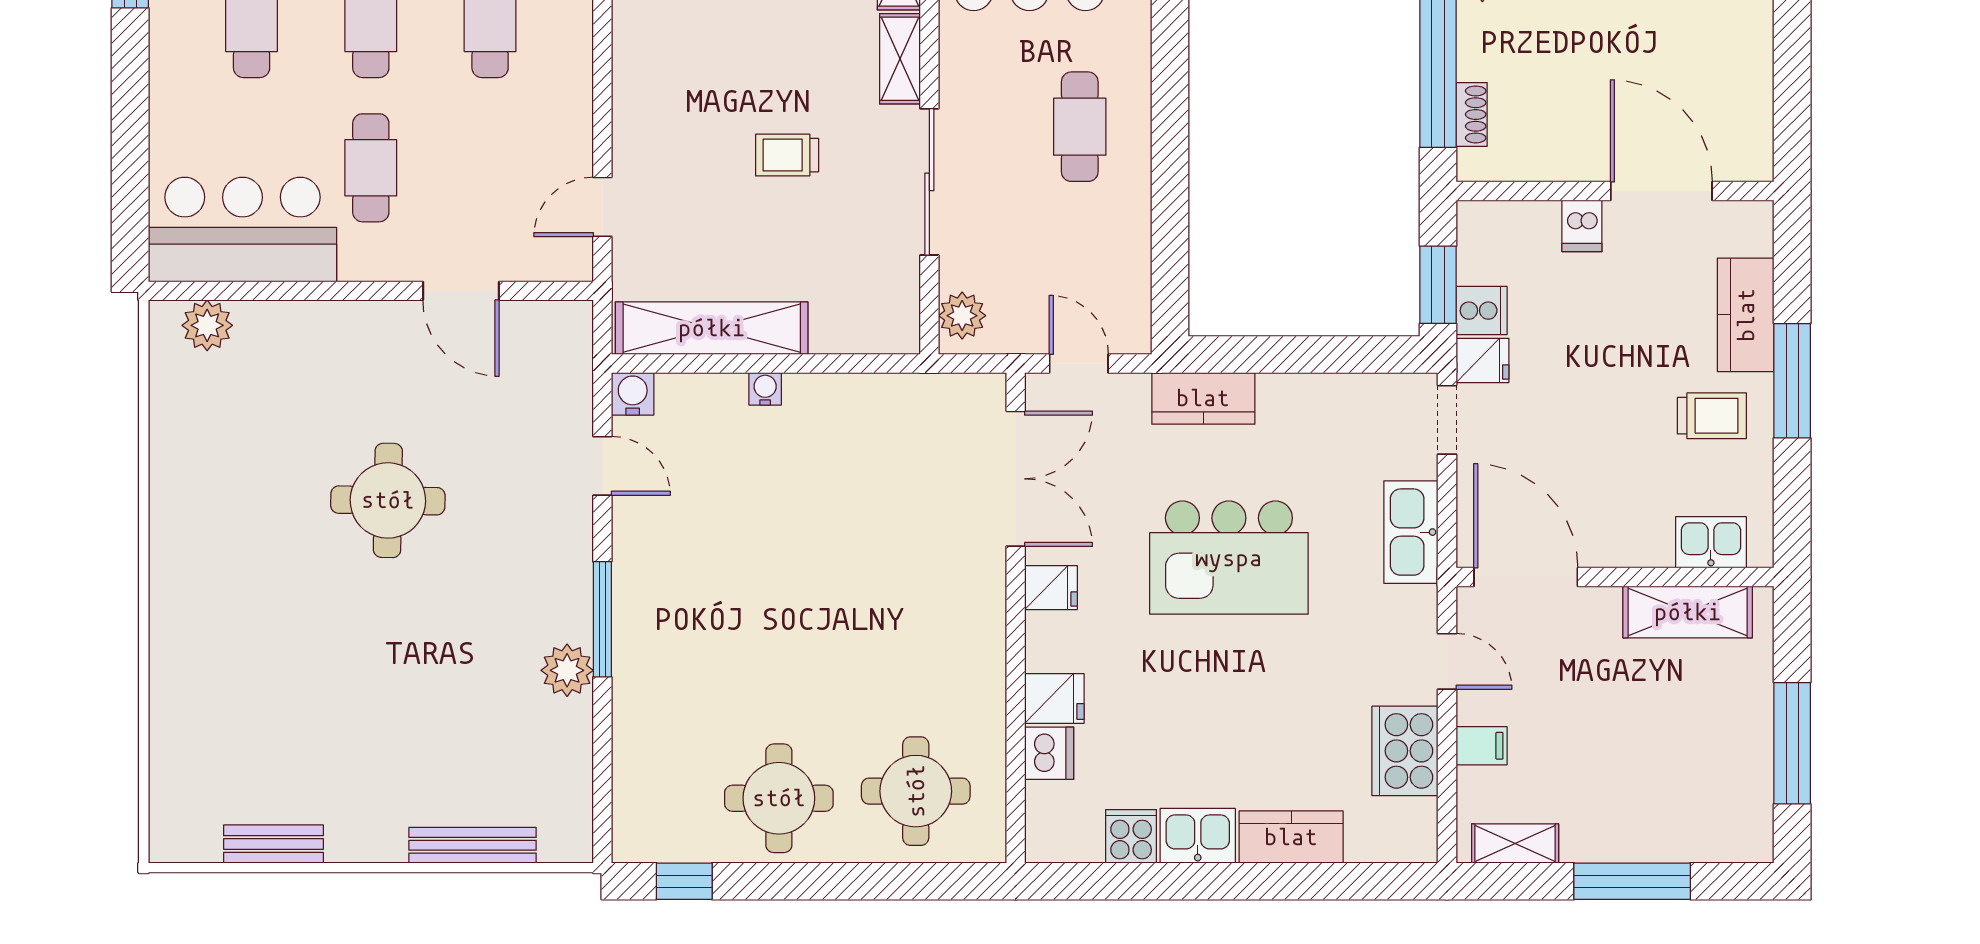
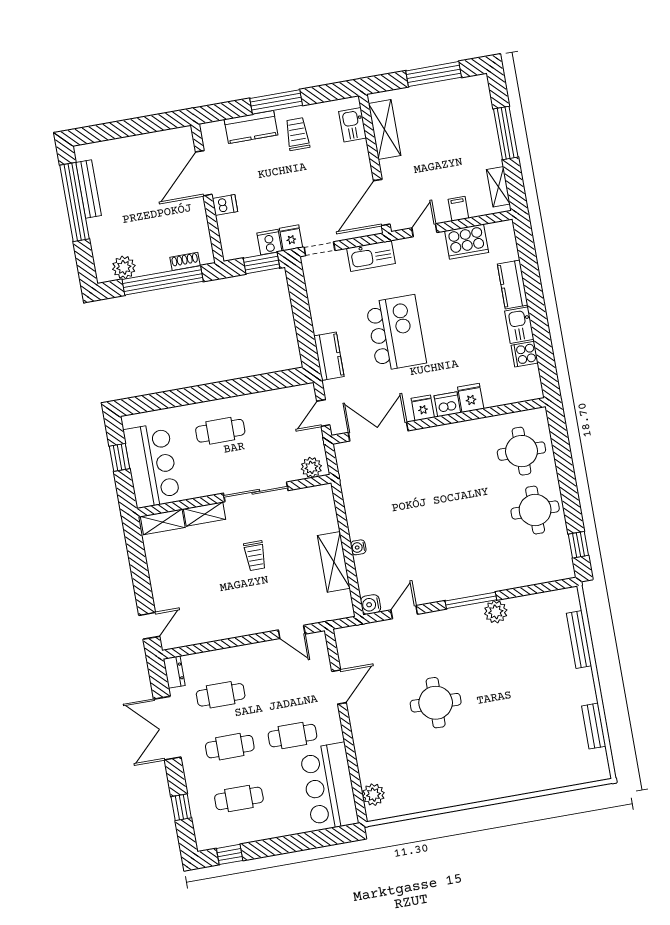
shelving: (712, 328) -> (334, 562), width x0.68
dishwasher: (1049, 753) -> (447, 404), moved

